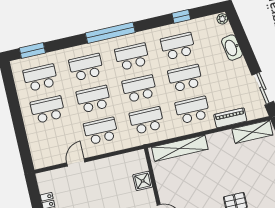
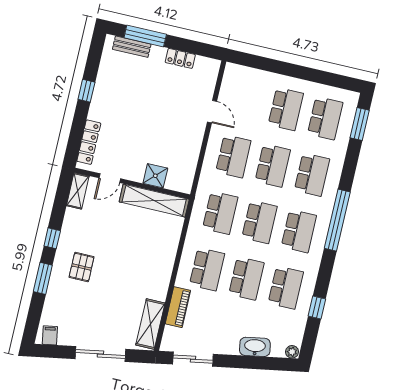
shelving: (180, 148) -> (154, 201), moved, turned 90

